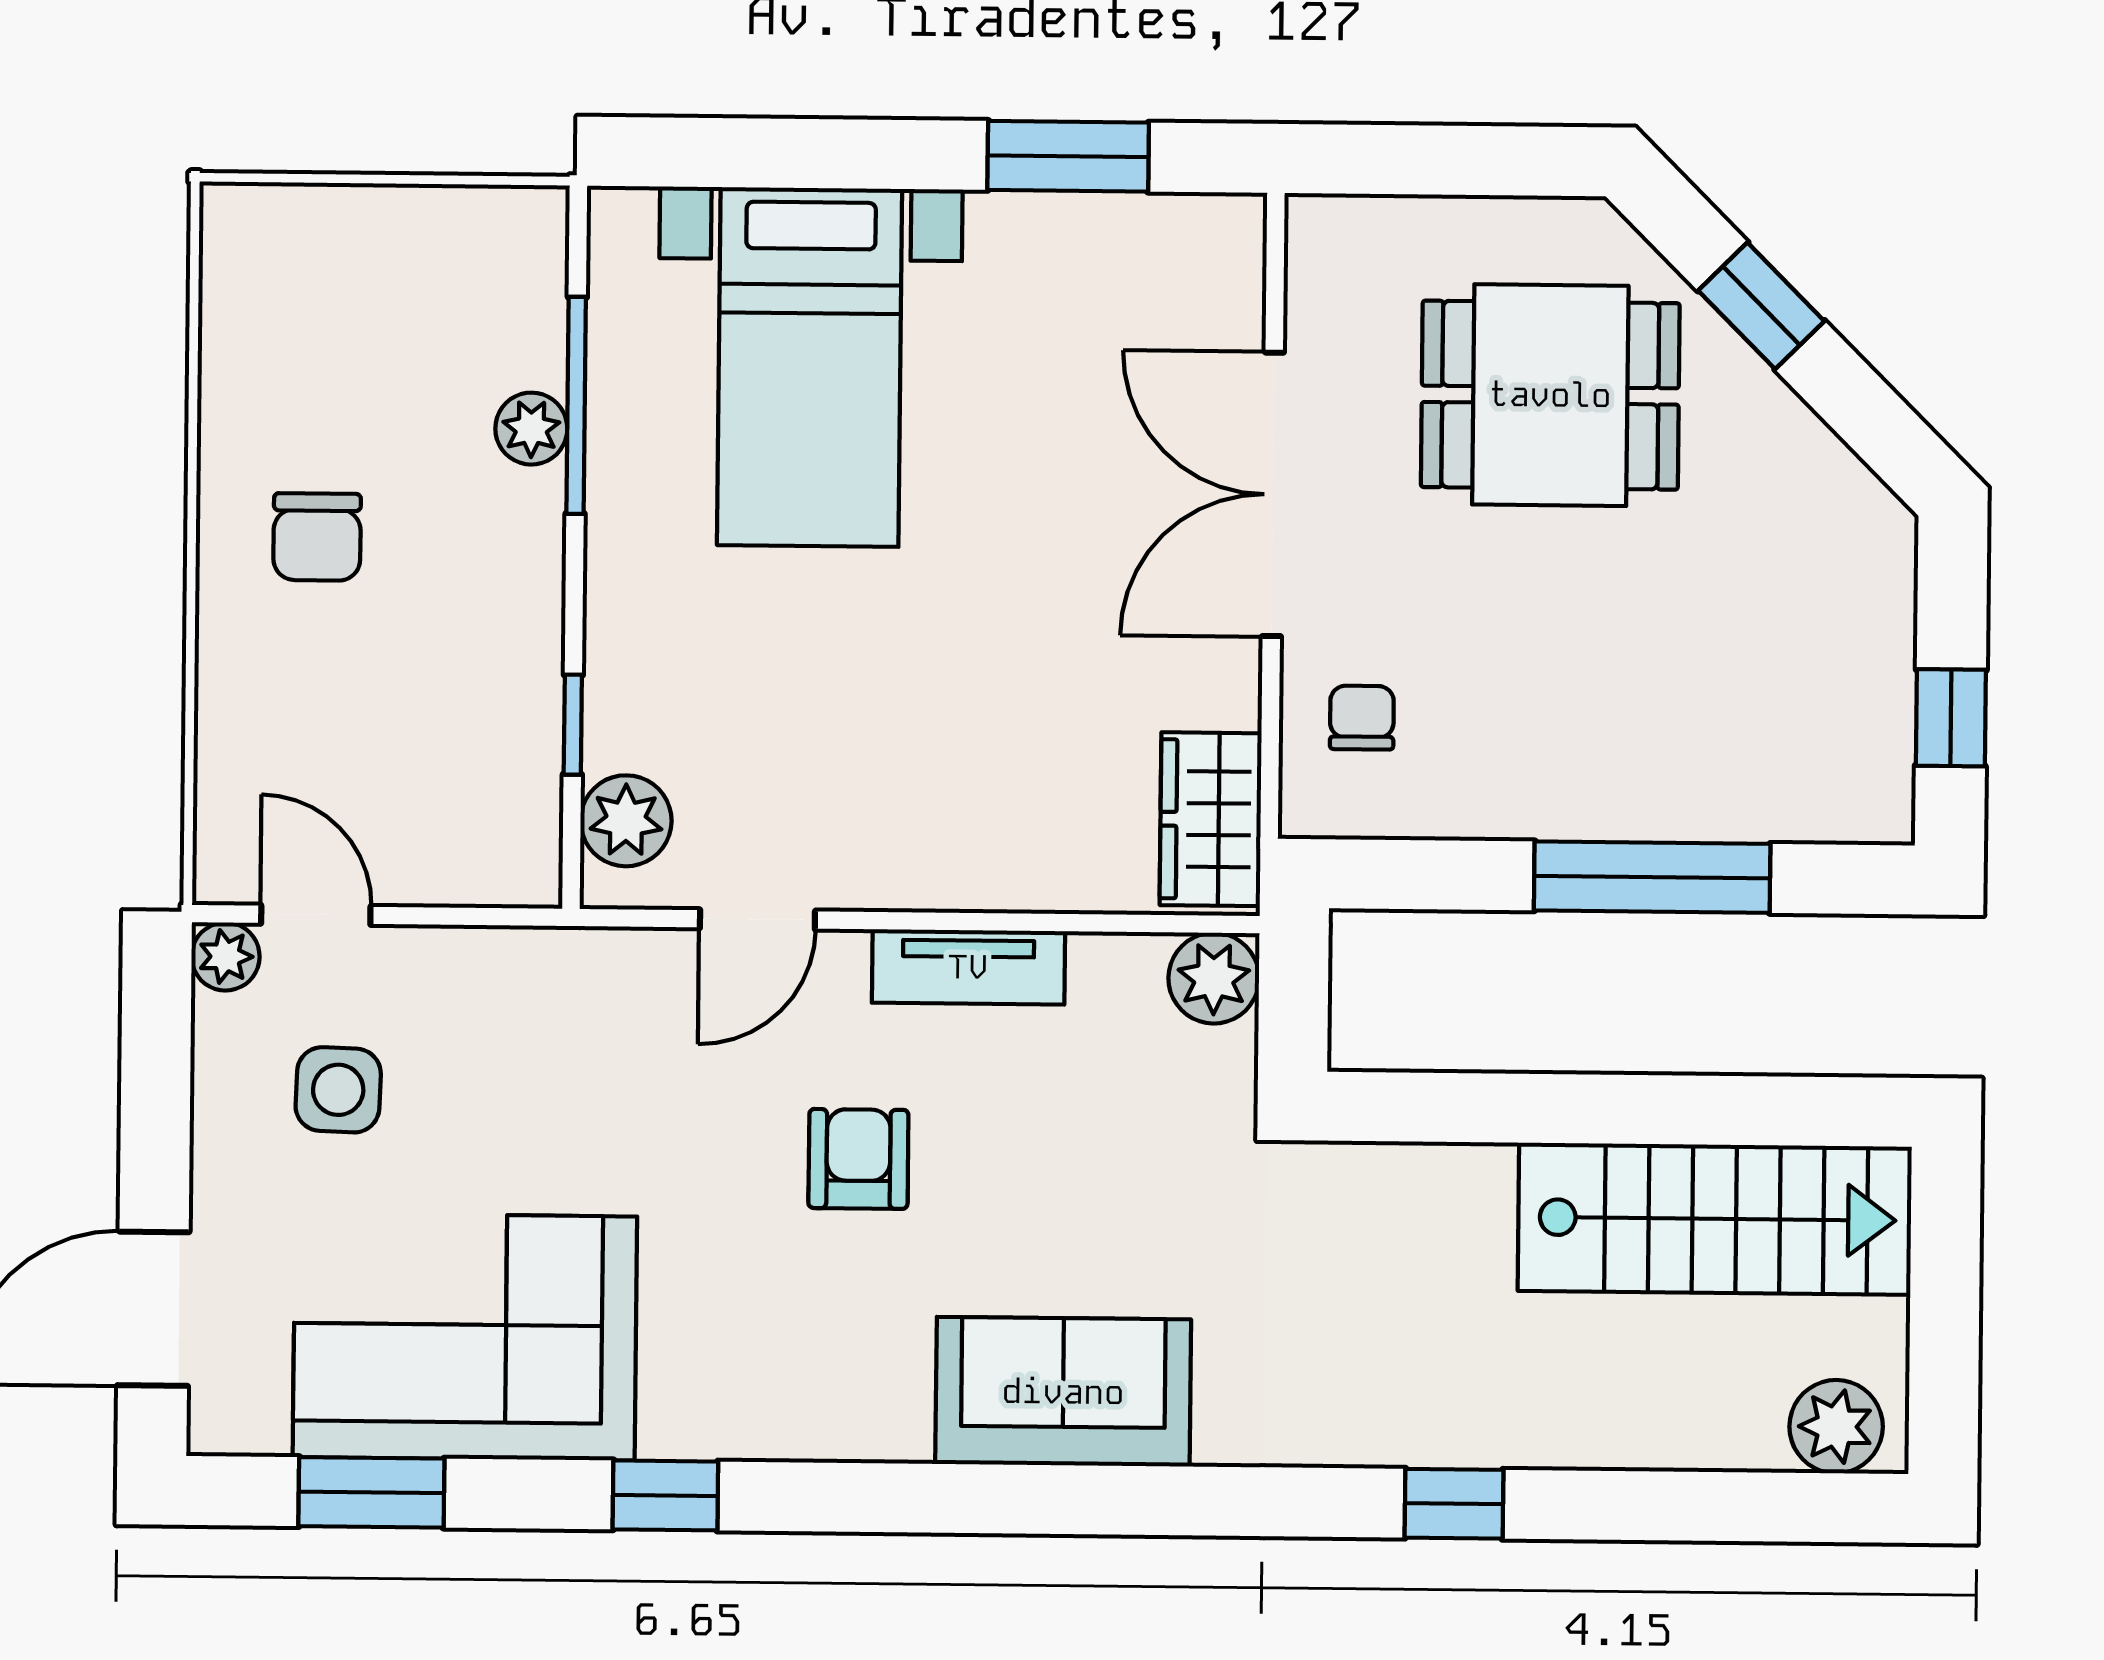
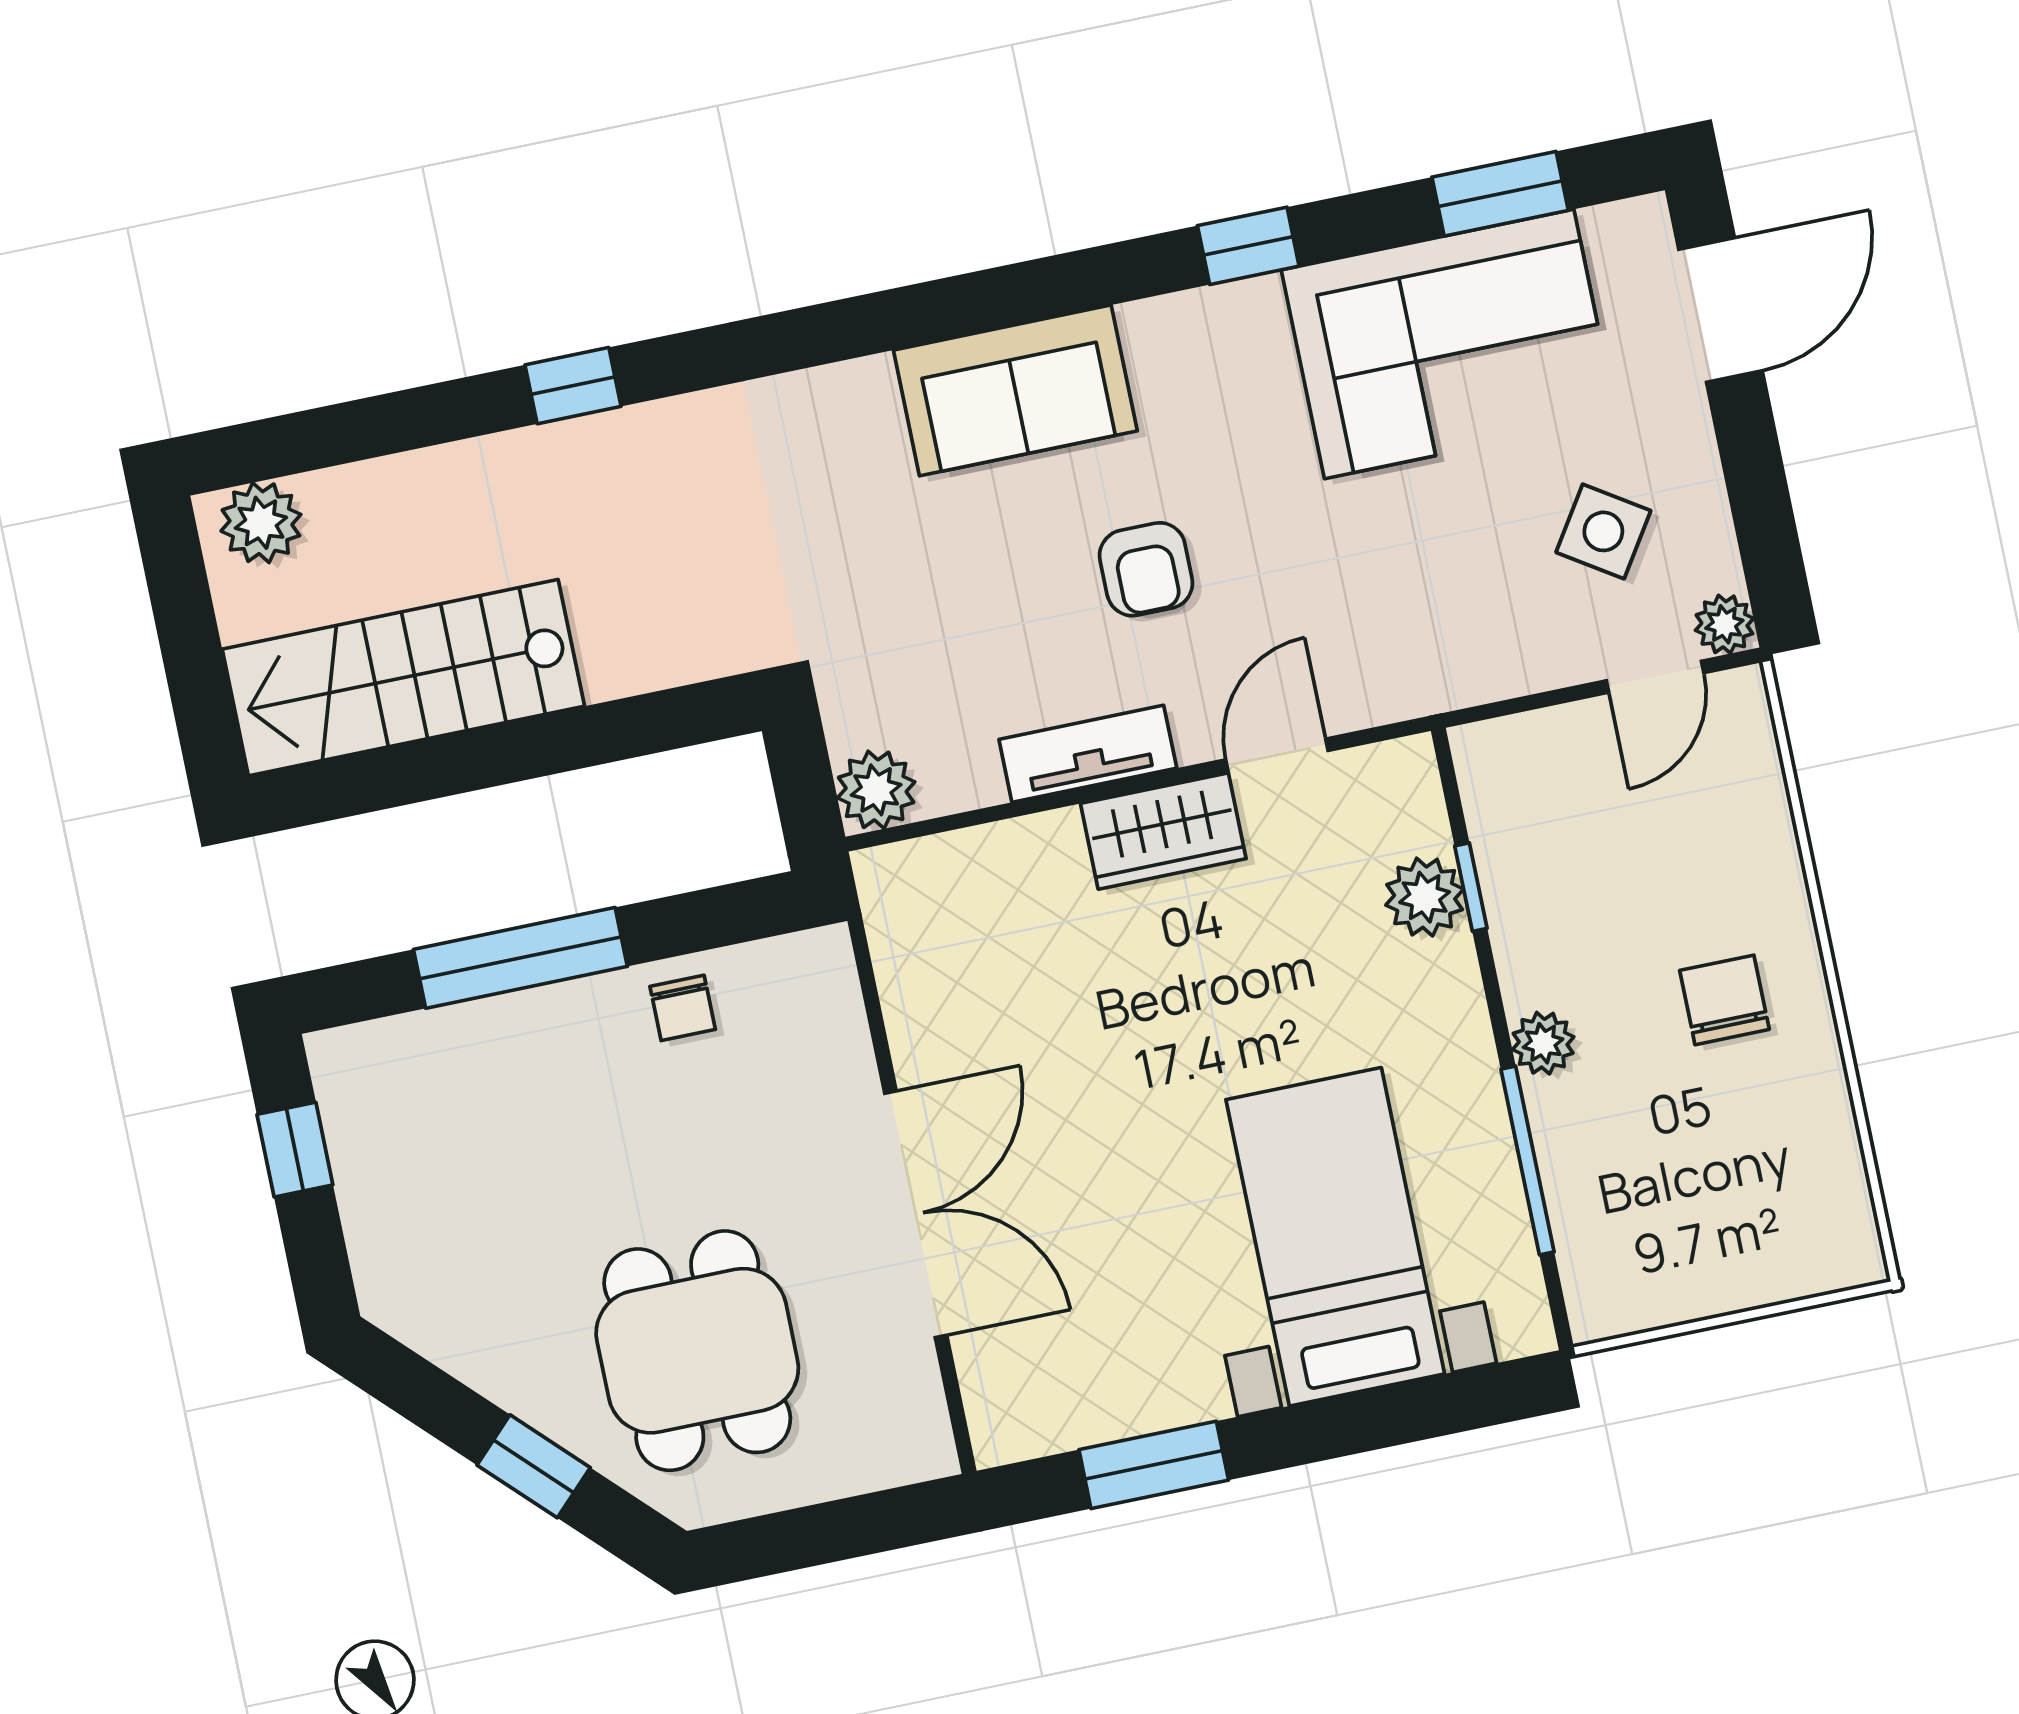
dining table: (1550, 395) -> (697, 1351), turned 90
plant: (531, 429) -> (1543, 1043), moved
chair: (1362, 718) -> (683, 1008), moved
wardrobe: (1211, 819) -> (1163, 831), moved, turned 90
plant: (626, 821) -> (1425, 897), moved
door: (316, 915) -> (1655, 677), hinge flipped
side table: (338, 1090) -> (1603, 531), turned 31
sofa: (1063, 1392) -> (1015, 390), moved

